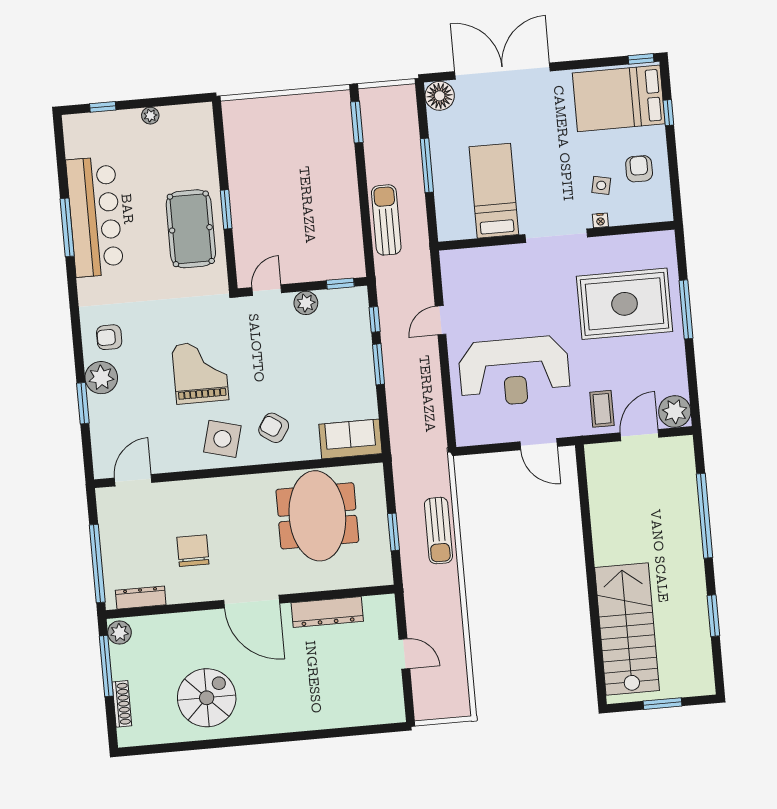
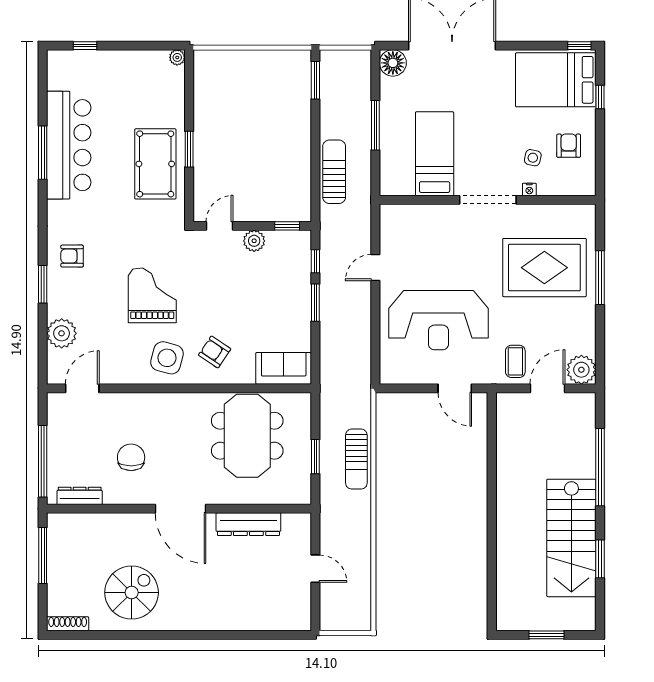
plant: (150, 116) -> (177, 57), moved
plant: (101, 378) -> (62, 333), moved
window: (83, 403) -> (43, 284), moved
stairs: (627, 629) -> (571, 538), moved, turned 180
plant: (119, 632) -> (57, 526), removed
shoe rack: (122, 704) -> (68, 624), moved, turned -90

